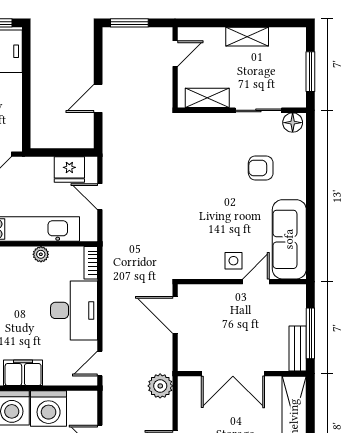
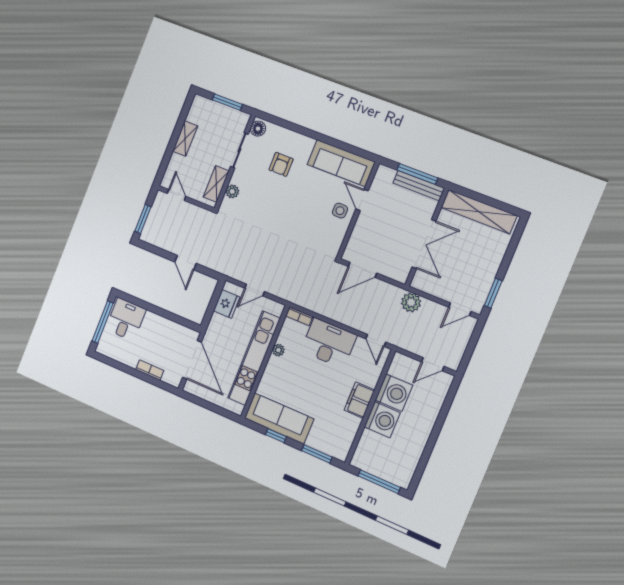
plant: (206, 122) -> (232, 191), added
bench: (298, 348) -> (419, 186), width x1.36

